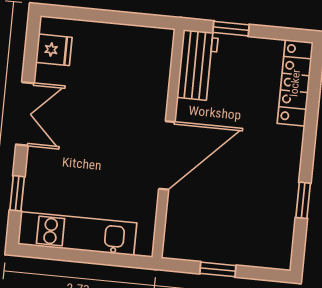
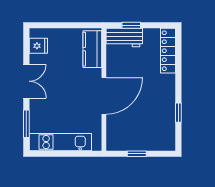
workbench: (198, 65) -> (124, 38), moved, turned 90
kitchen counter: (154, 66) -> (92, 49), added
window: (17, 193) -> (26, 124), width x1.50

